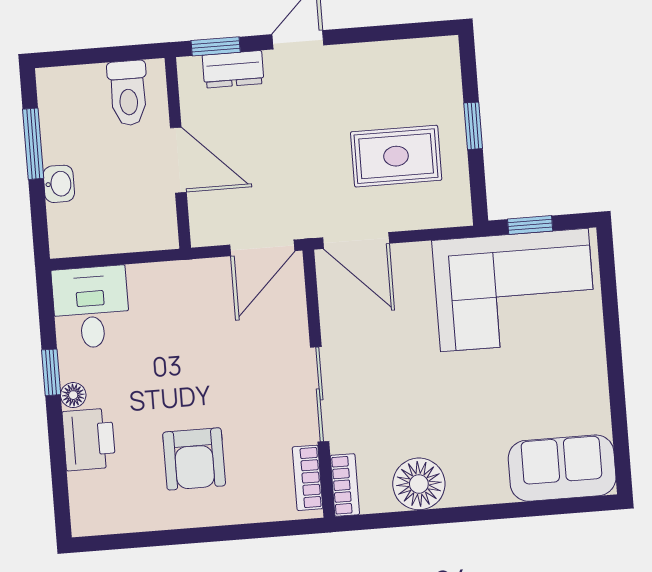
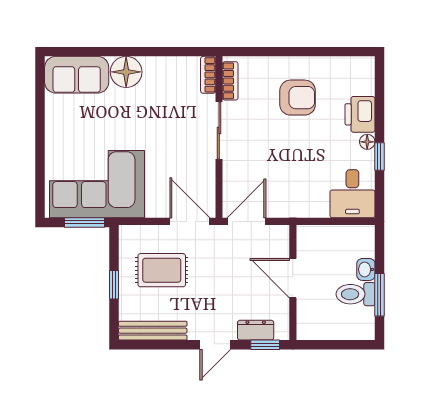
bench: (403, 55) -> (153, 331), added
toilet: (128, 93) -> (355, 294), moved, turned -90
window: (530, 225) -> (84, 222), width x1.50
armchair: (194, 459) -> (298, 98), turned 90
floor lamp: (419, 484) -> (126, 72), moved

